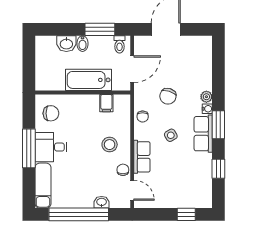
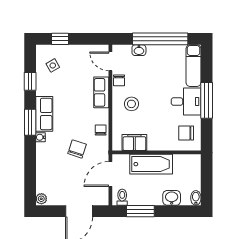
bidet: (83, 44) -> (196, 198), moved
plant: (206, 97) -> (41, 199), moved
filing cabinet: (106, 103) -> (134, 142), width x2.00
side table: (171, 135) -> (53, 65), moved

